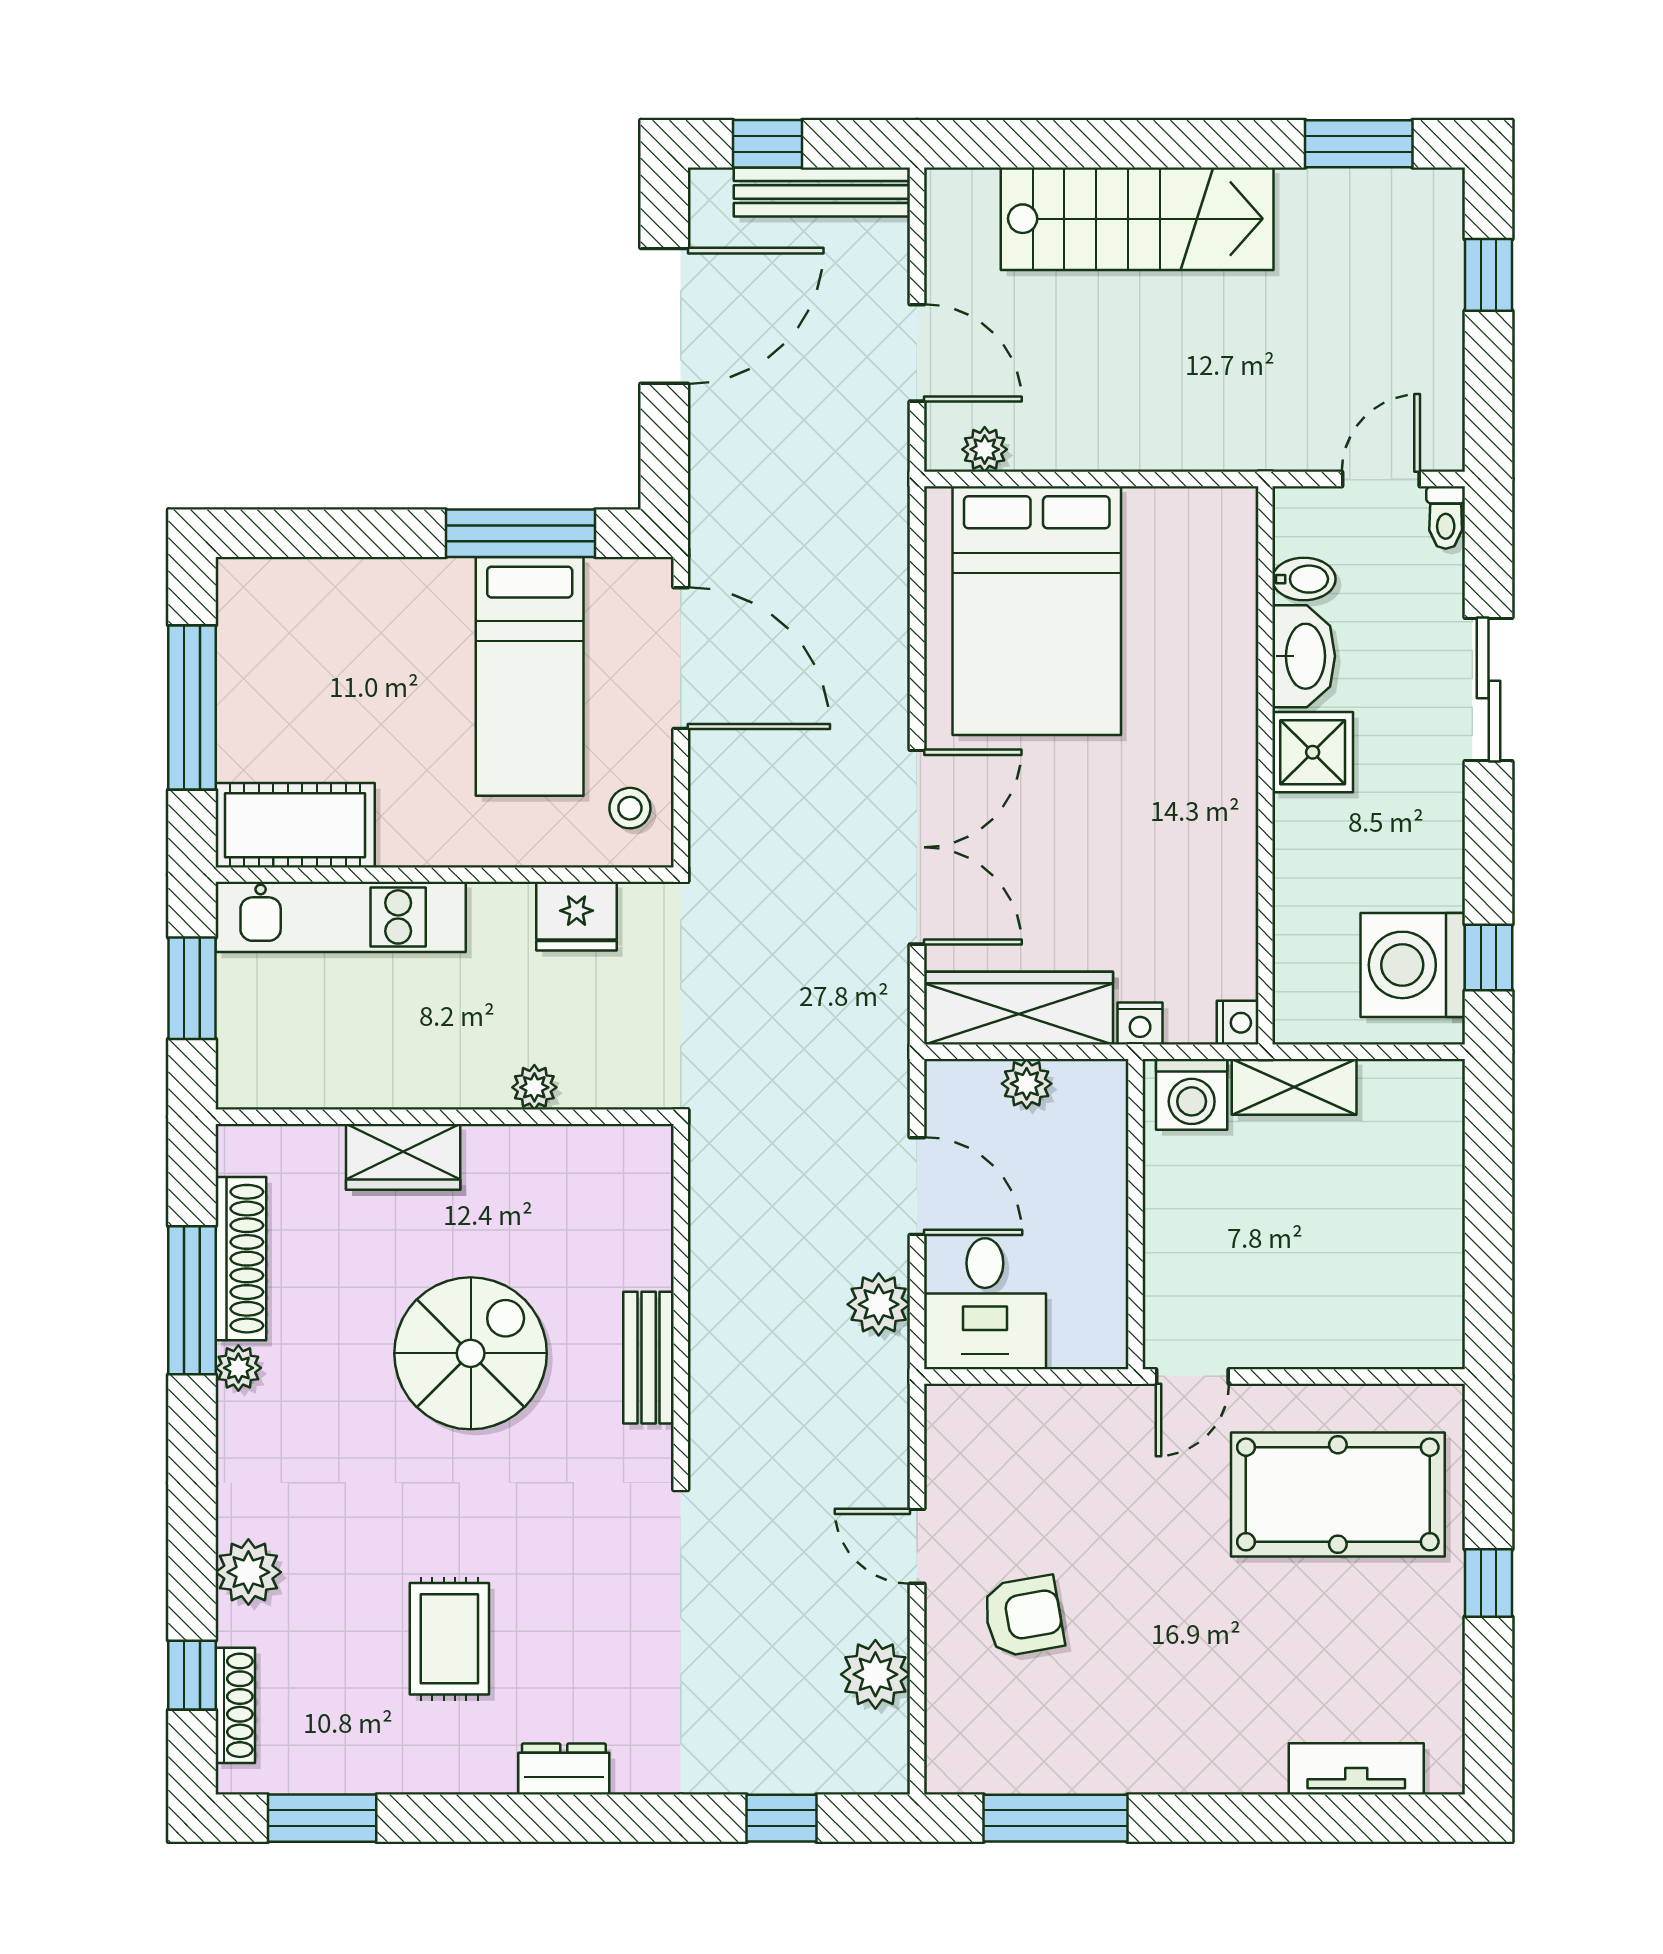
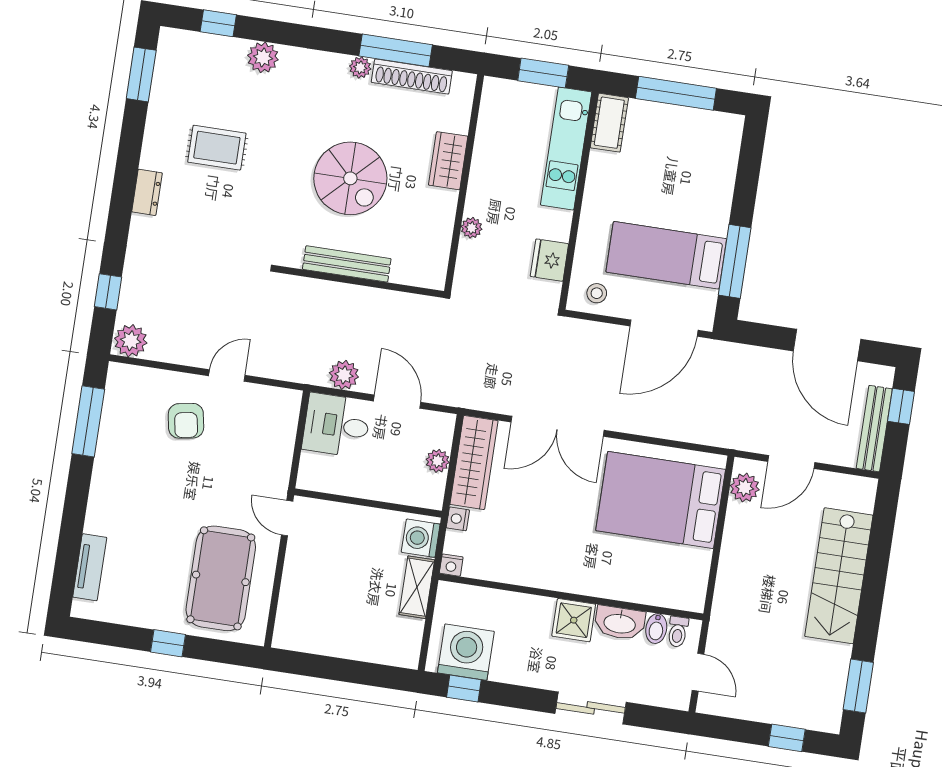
plant: (985, 449) -> (745, 488), width x1.38, depth x1.38
toilet: (1446, 517) -> (678, 632), moved, turned -90
cot: (295, 825) -> (609, 123), width x0.73, depth x0.75
door: (917, 1186) -> (397, 402), swing flipped
bench: (649, 1358) -> (347, 264), width x1.36
plant: (875, 1674) -> (131, 341), moved
shoe rack: (235, 1705) -> (201, 42), removed

